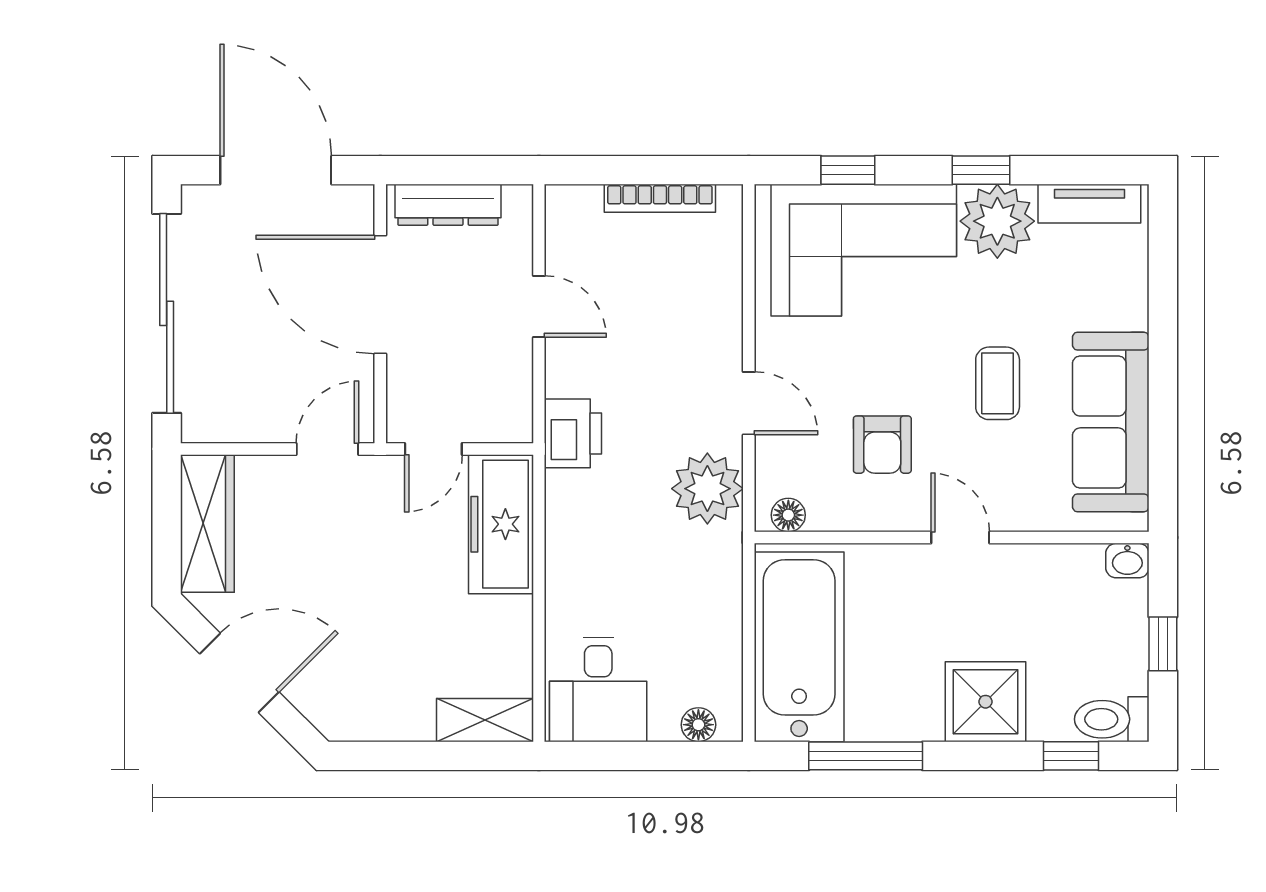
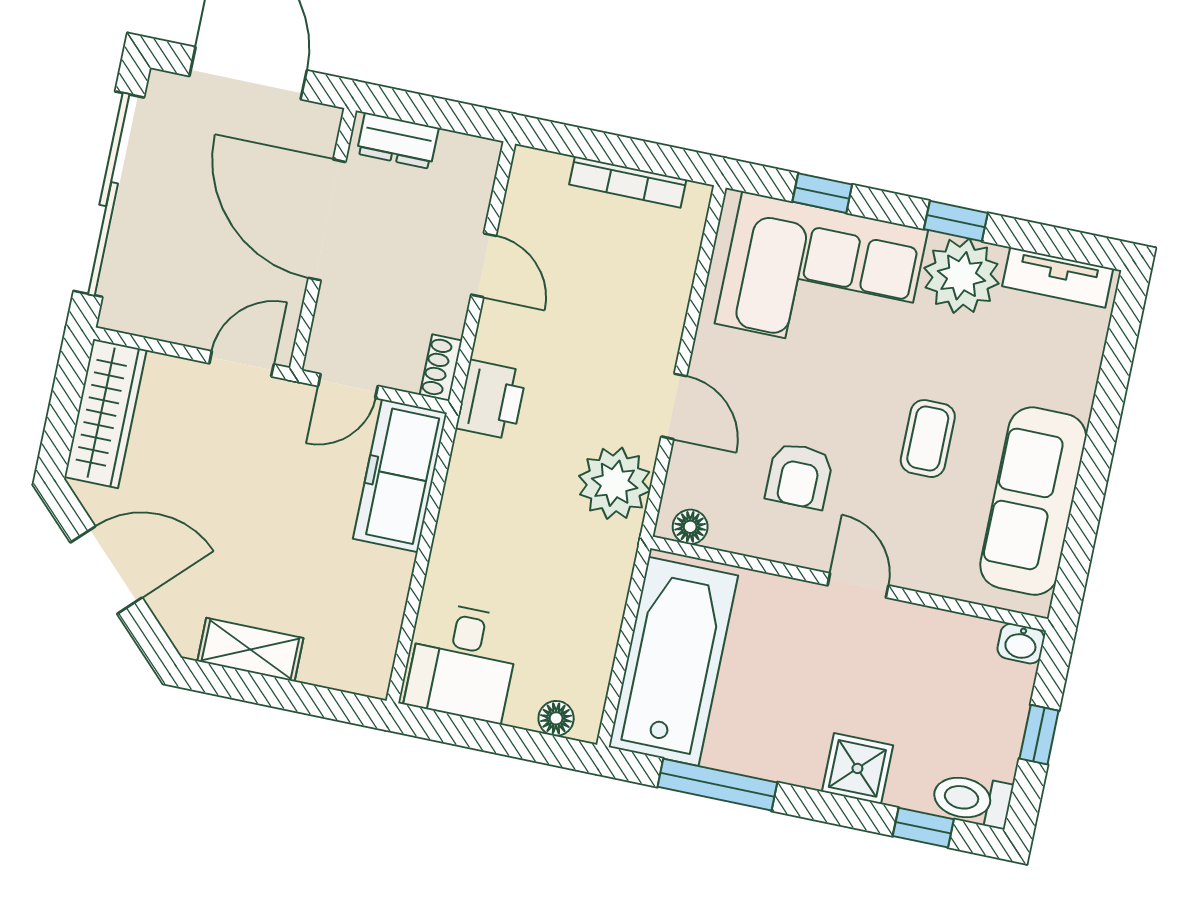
dresser: (448, 205) -> (398, 141), width x0.70
shoe rack: (518, 413) -> (441, 368), added
shower: (986, 702) -> (857, 768), width x0.73, depth x0.73
shelving: (485, 720) -> (250, 650), moved

